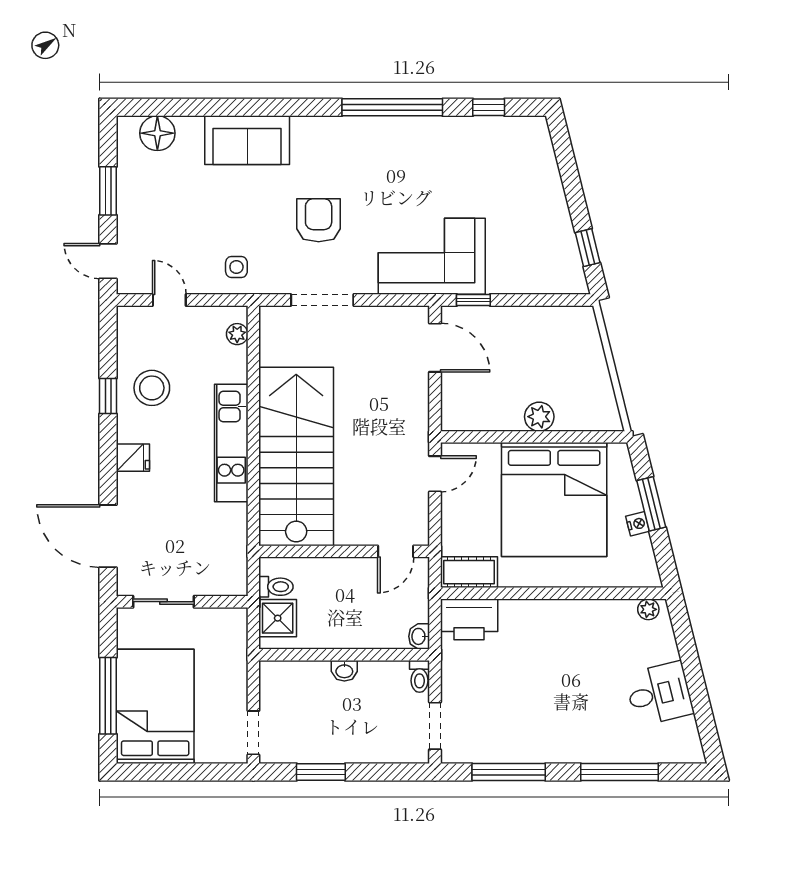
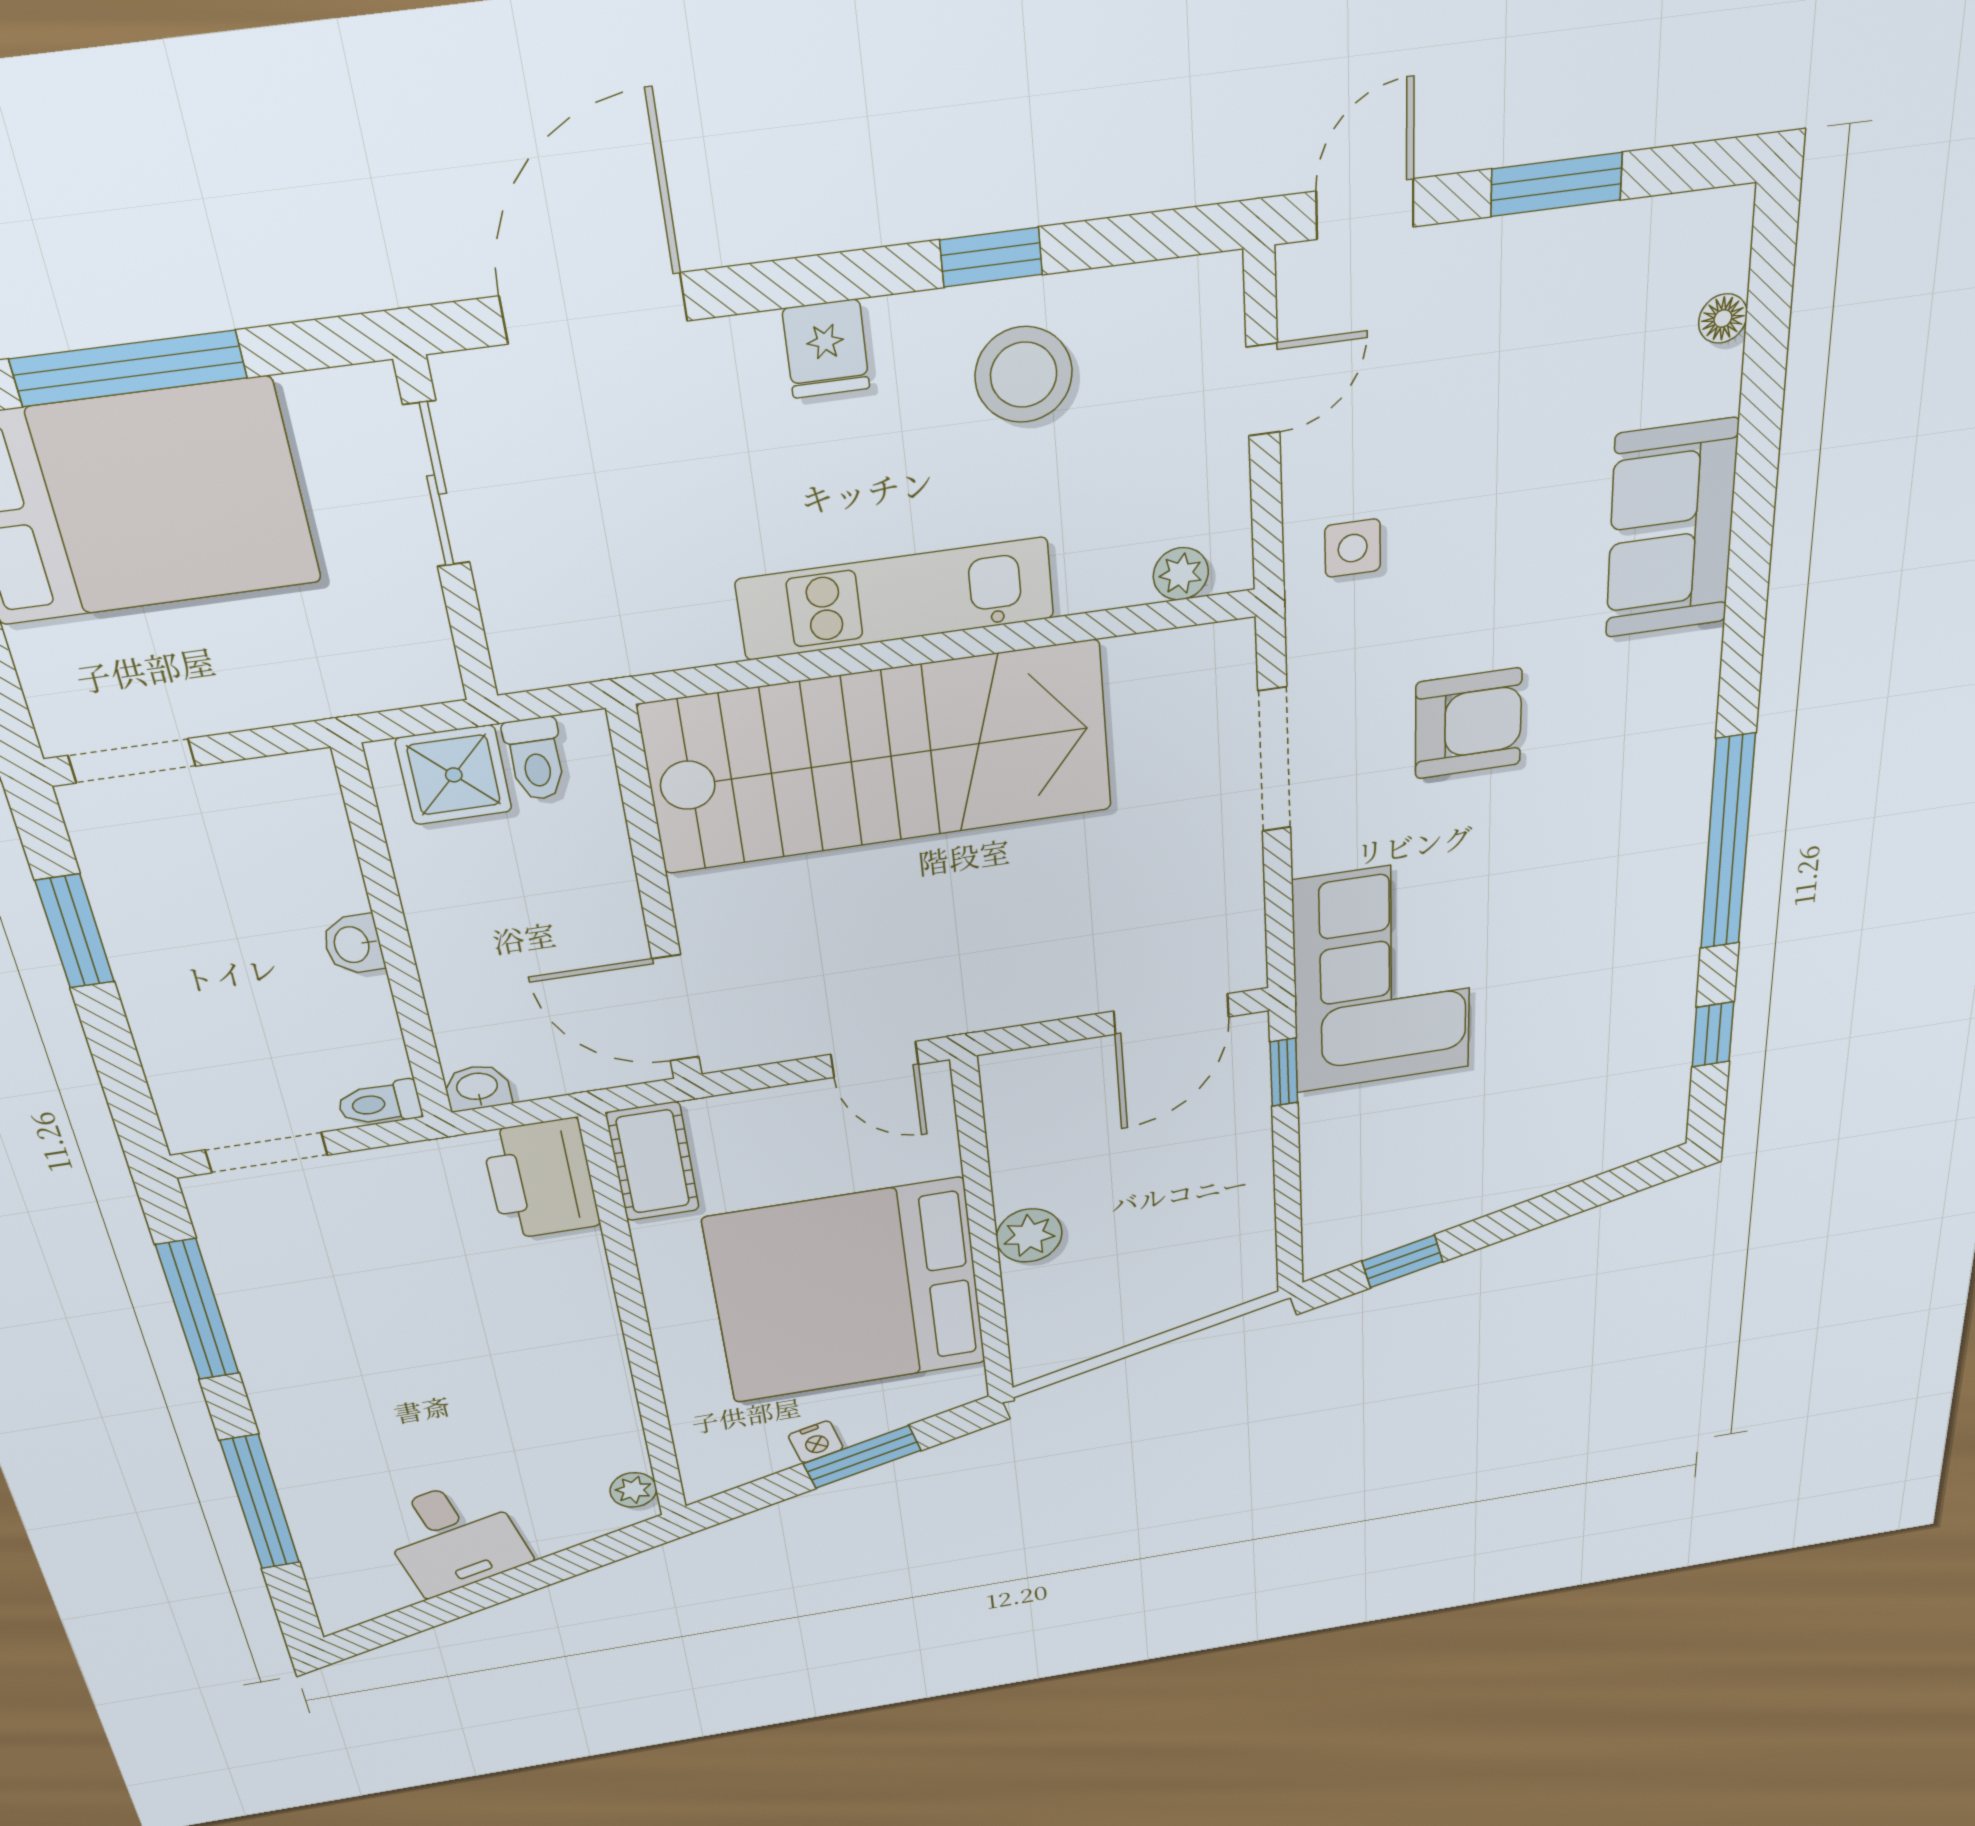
floor lamp: (157, 133) -> (1723, 318), width x0.53, depth x0.53
door: (396, 551) -> (676, 1008), width x1.38

